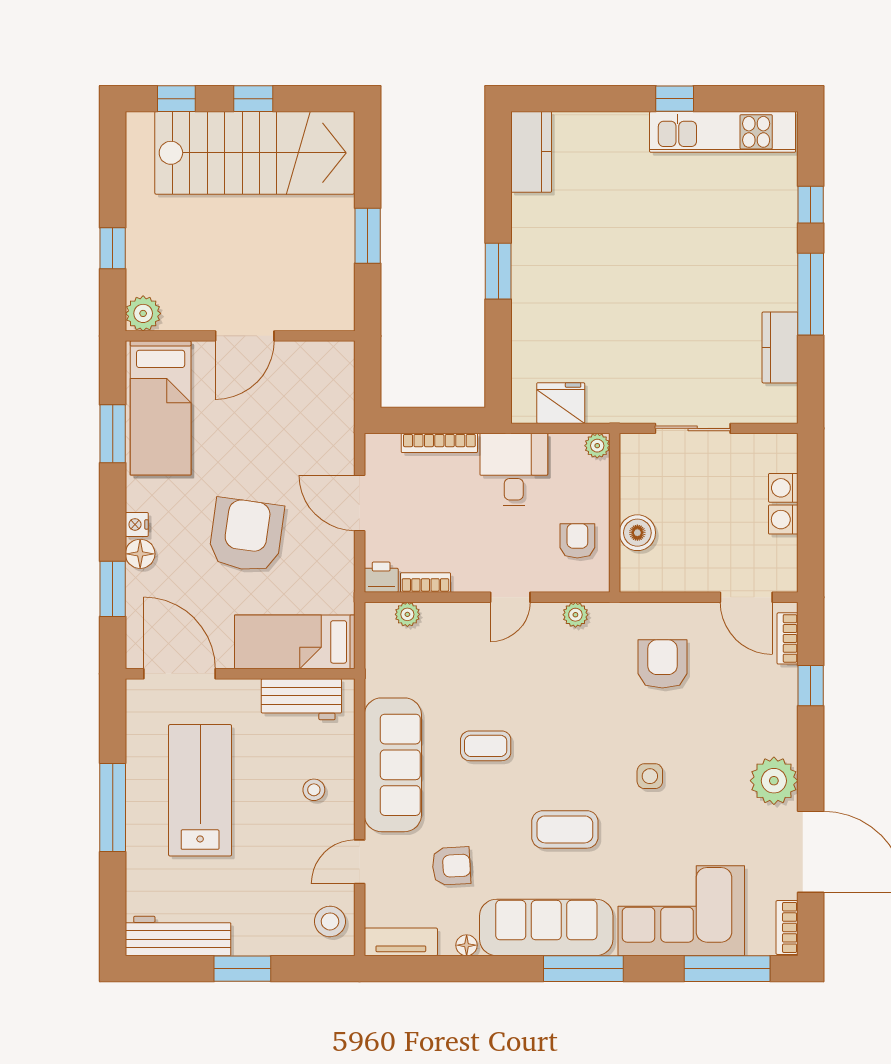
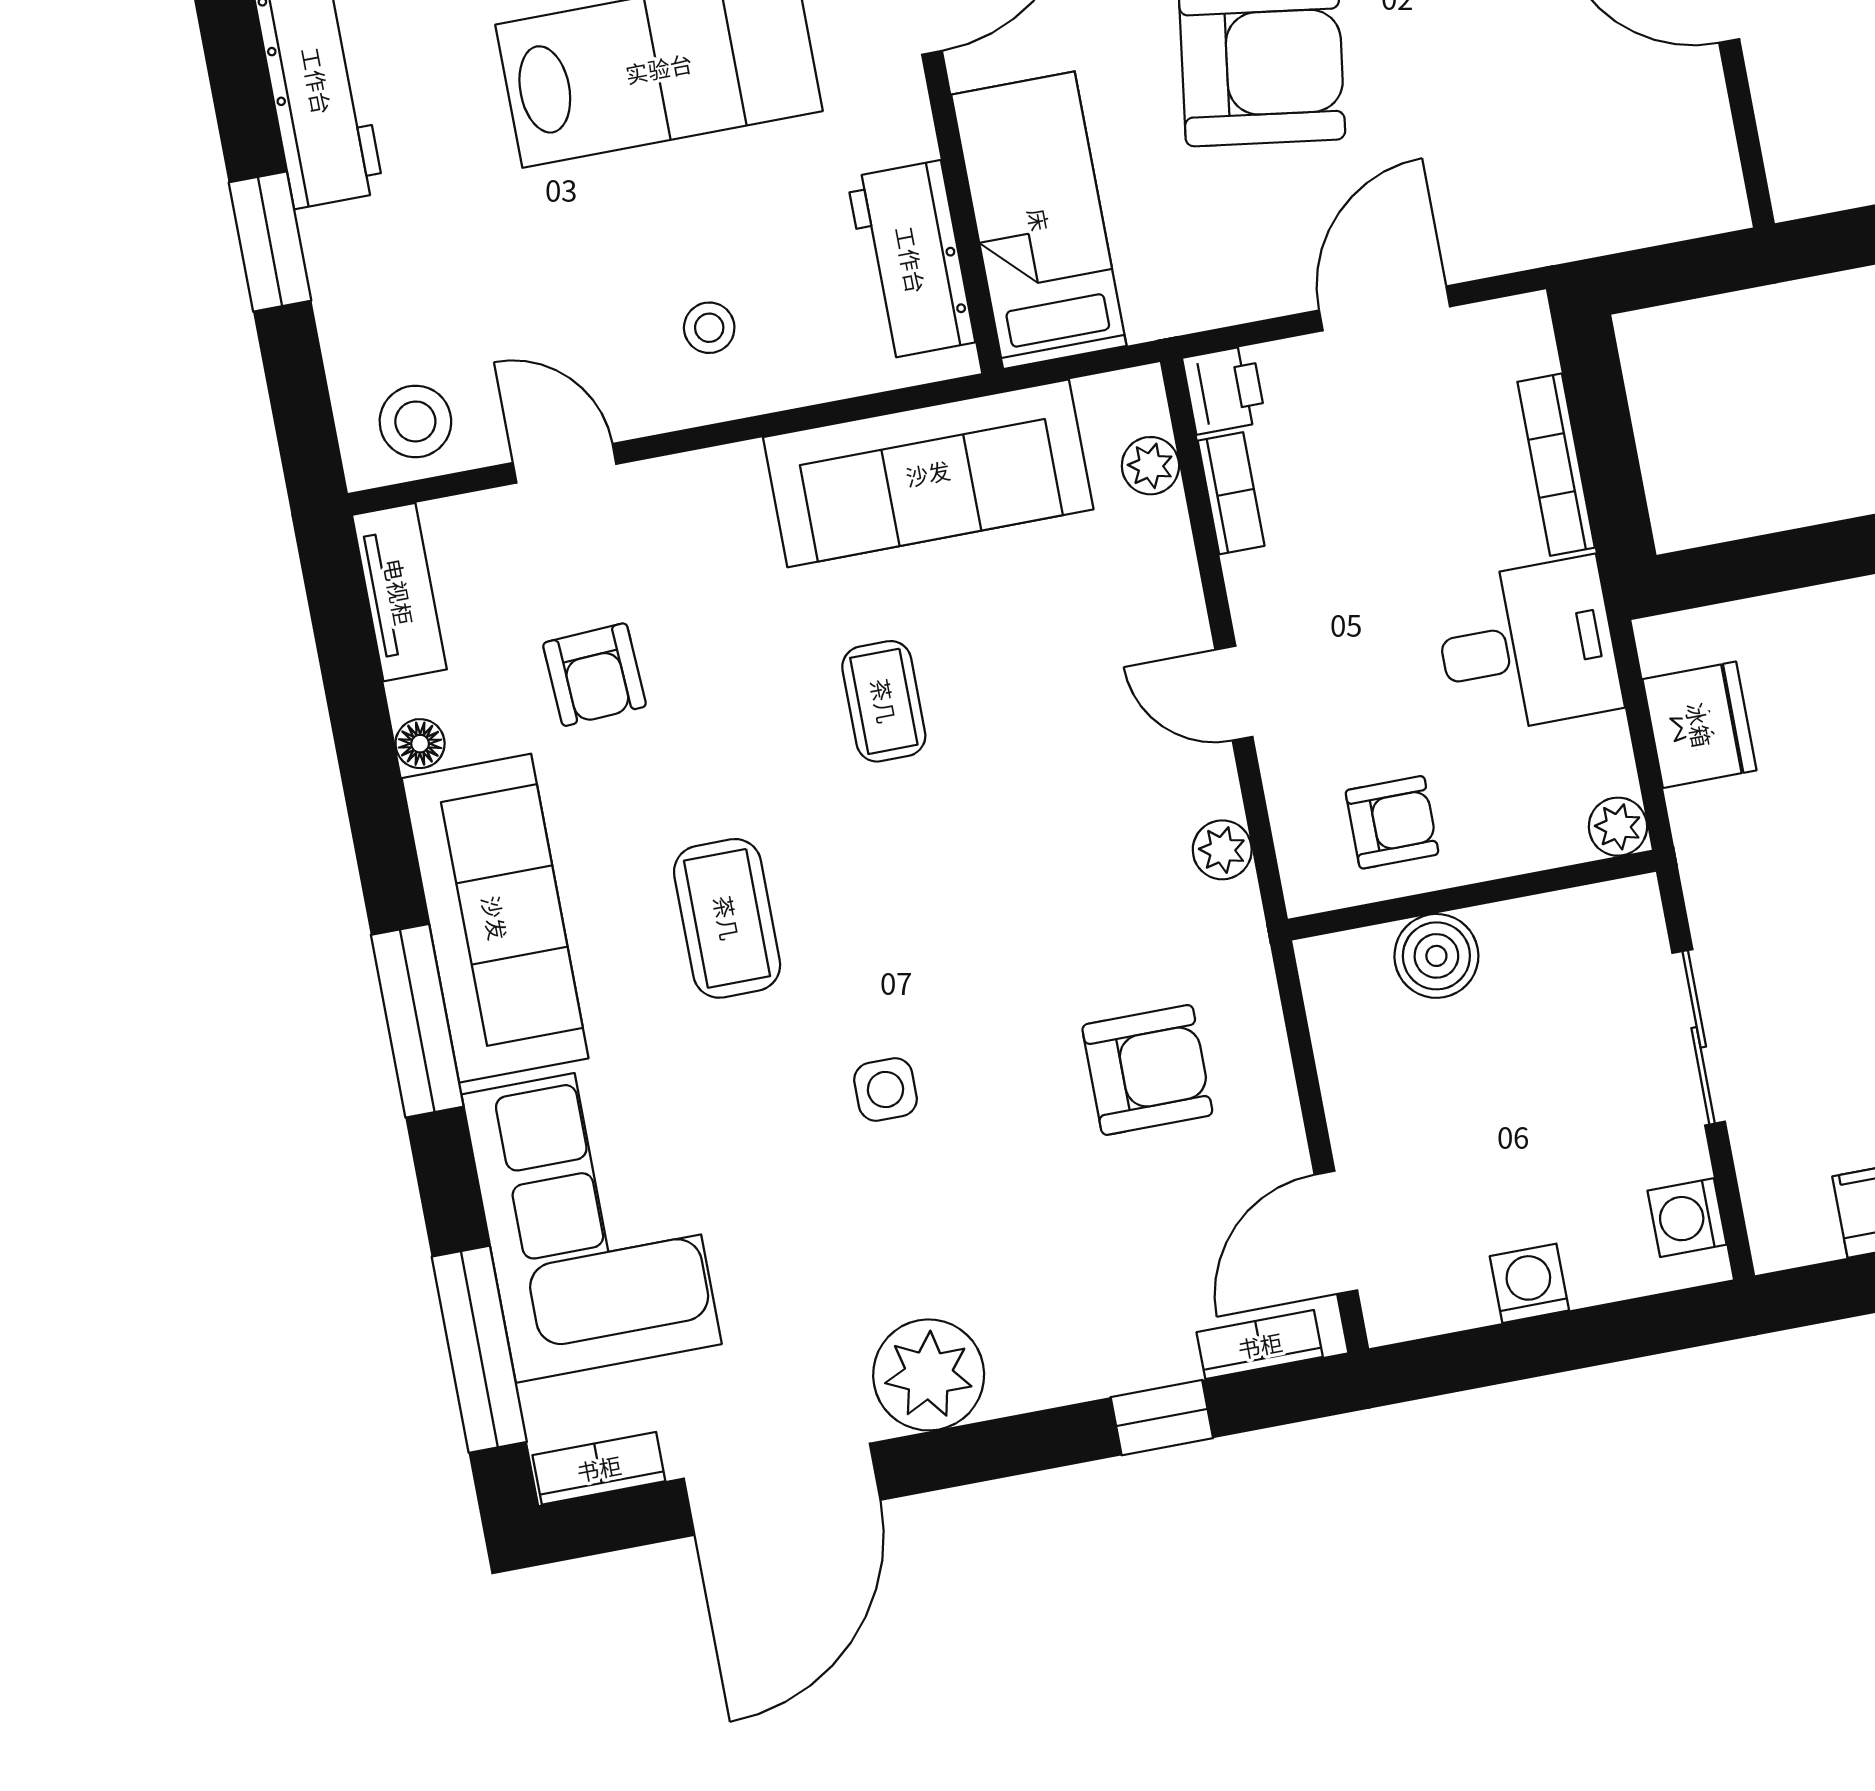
washing machine: (783, 488) -> (1687, 1218), moved, turned -90
sofa: (393, 765) -> (928, 473), moved

